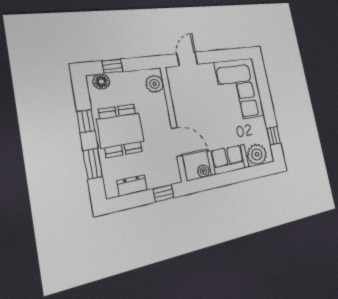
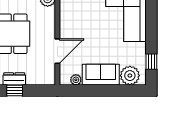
door: (177, 142) -> (57, 51), hinge flipped
window: (164, 193) -> (15, 91), moved

